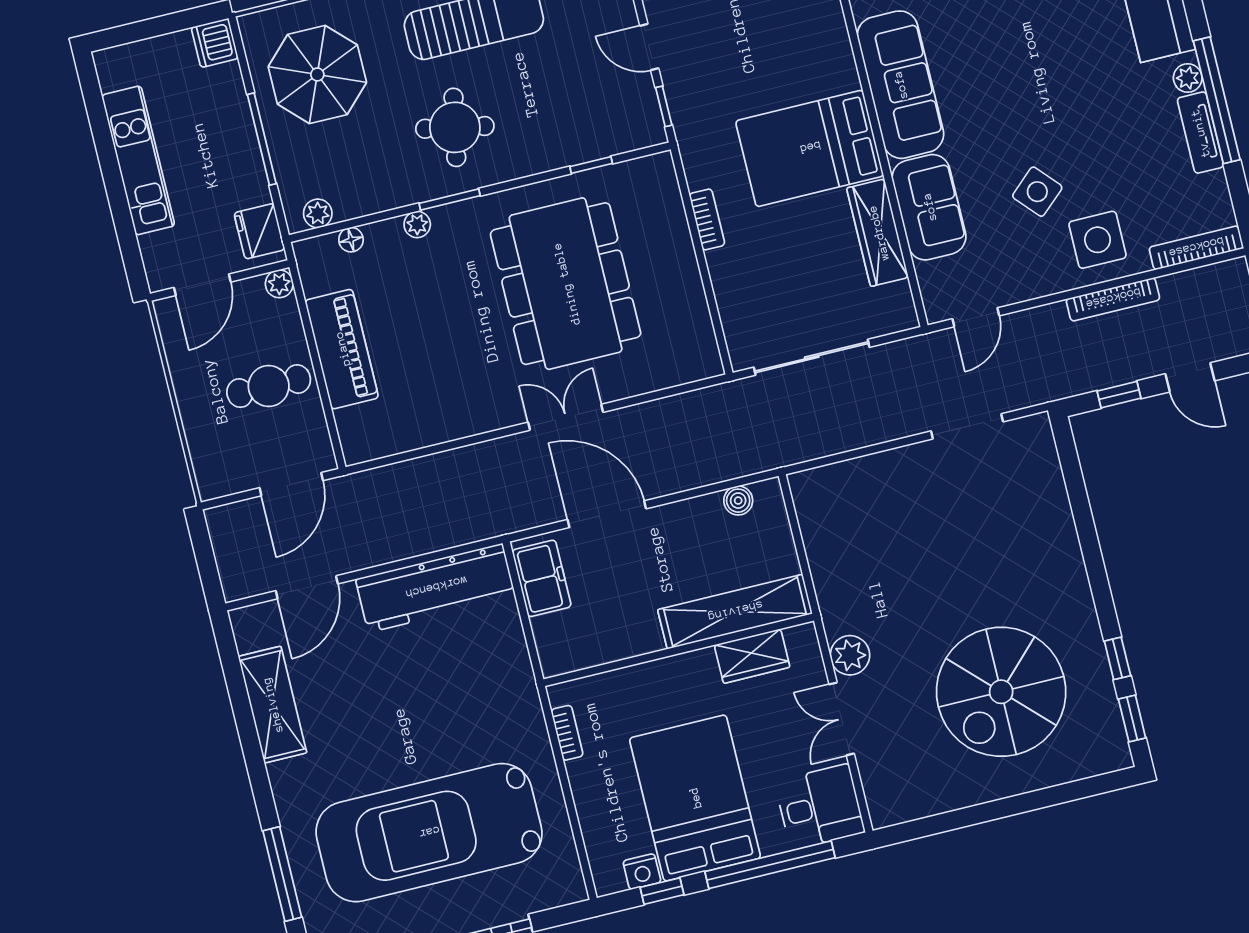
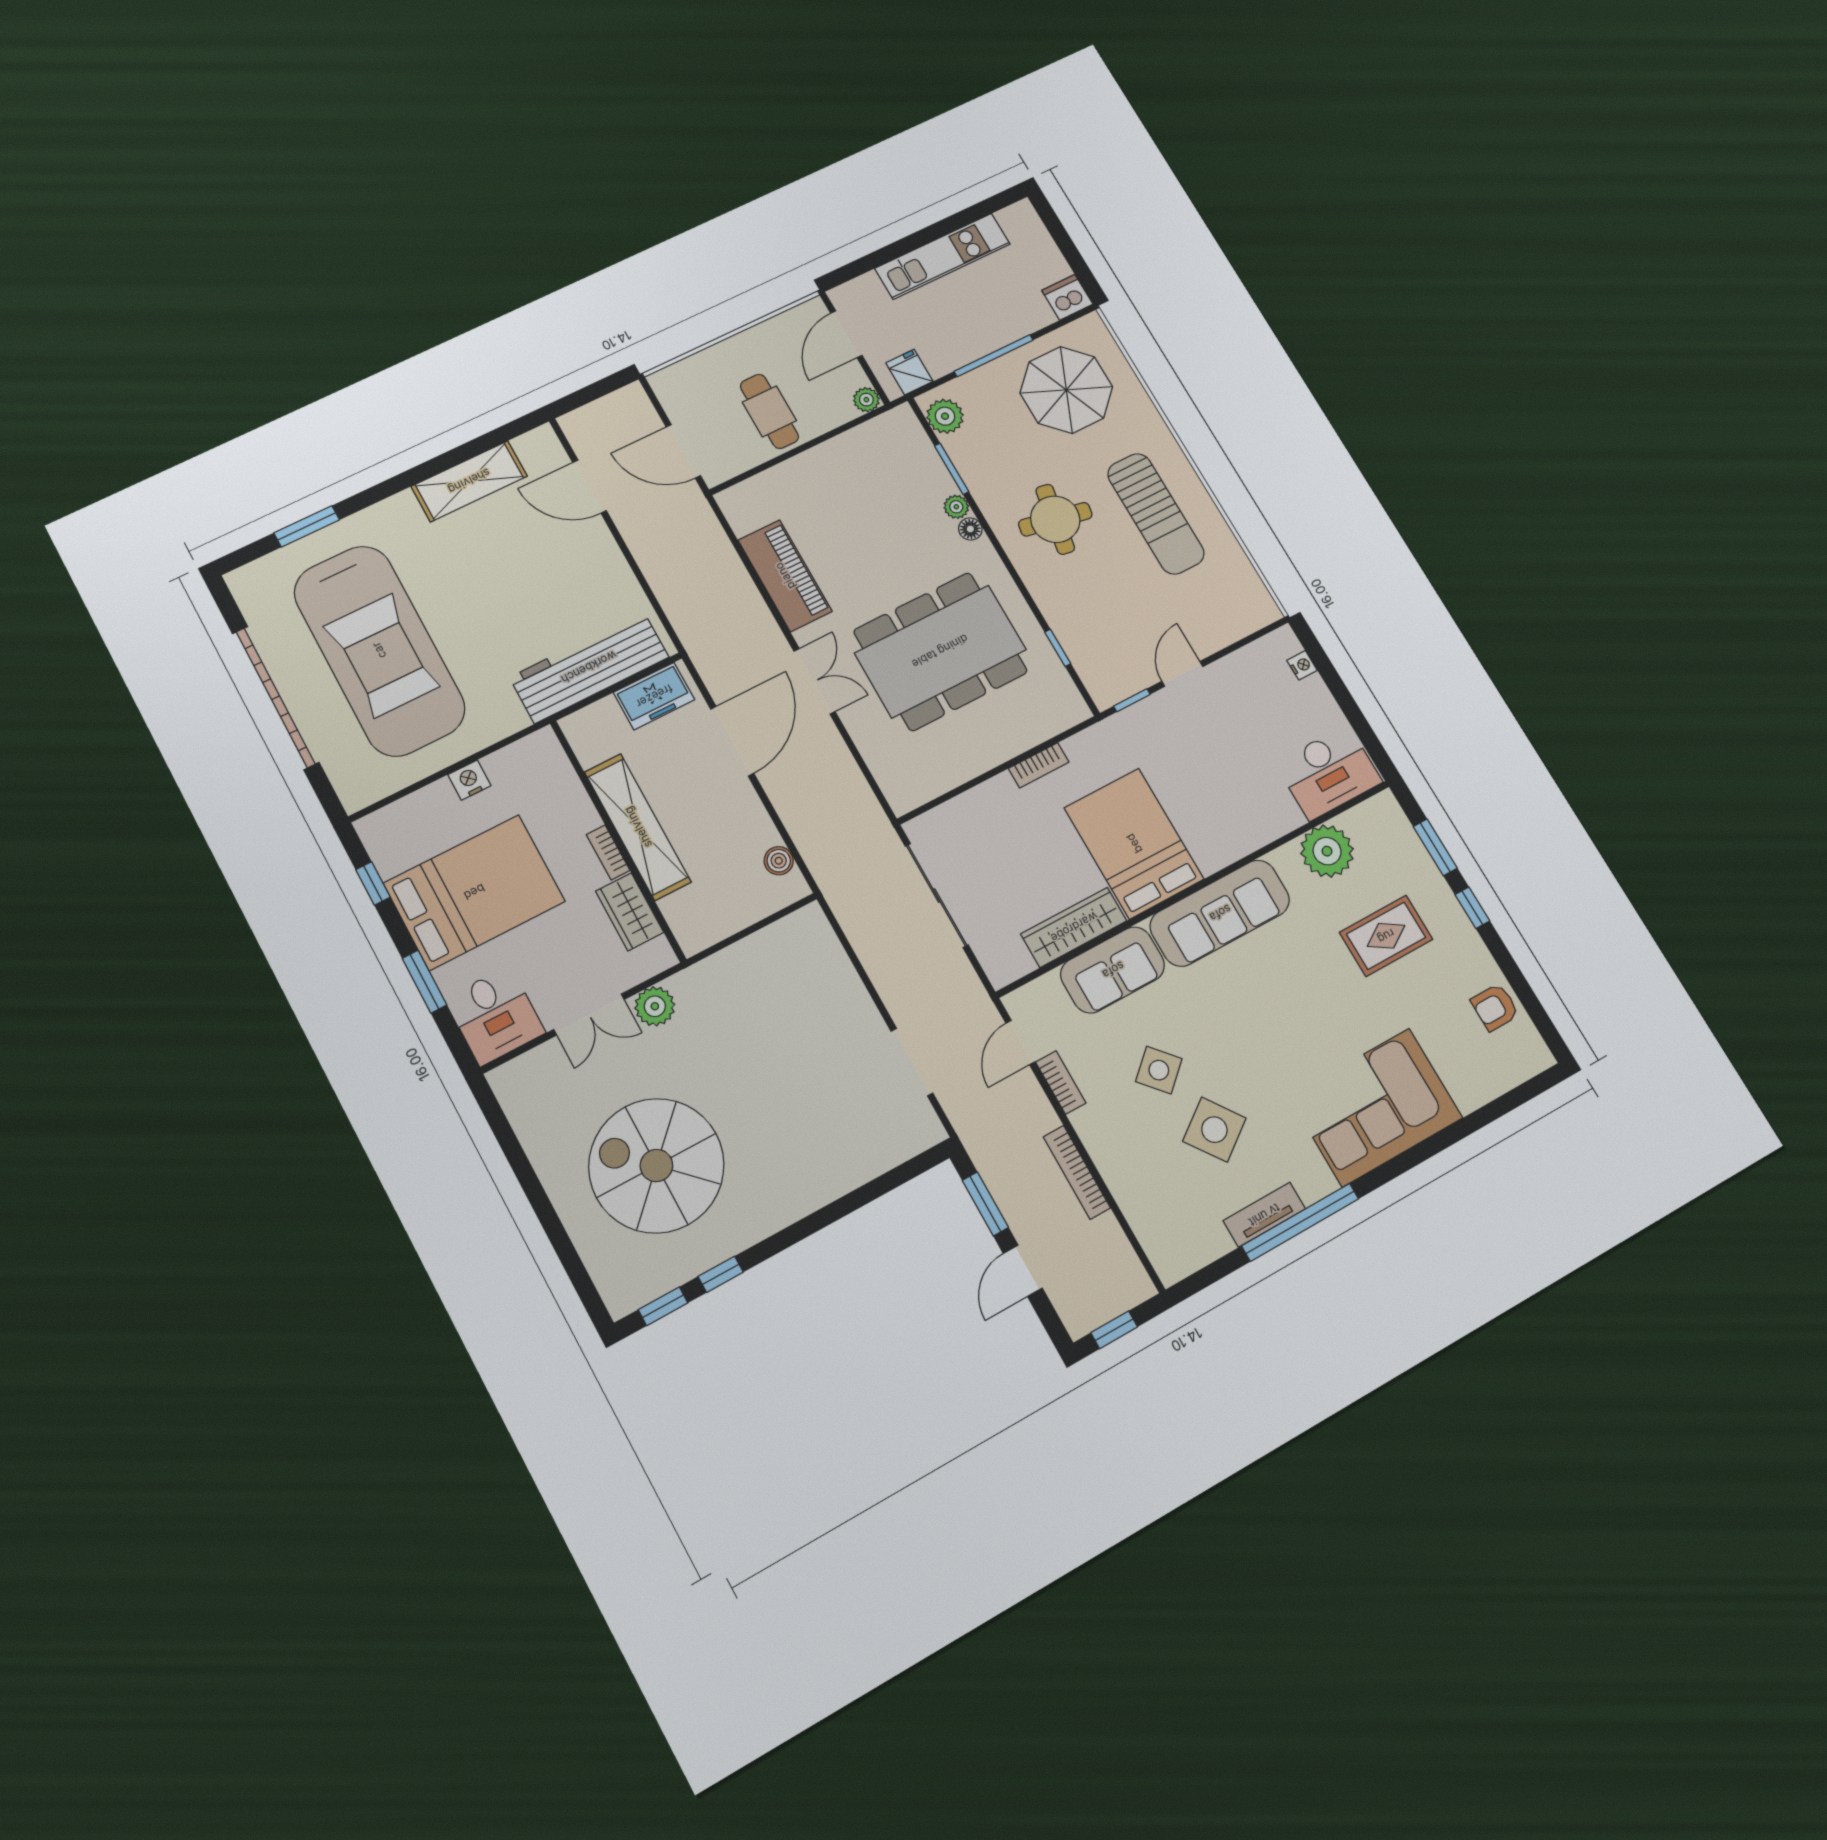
plant: (1188, 78) -> (1313, 1188), removed
window: (450, 199) -> (952, 469), moved
plant: (318, 213) -> (945, 416), width x1.38, depth x1.38
fridge: (259, 231) -> (909, 372), width x0.72
floor lamp: (351, 240) -> (970, 529), moved
side table: (1098, 240) -> (1214, 1130), moved, turned -36
bookcase: (1196, 248) -> (1061, 1082), moved, width x0.64
door: (202, 285) -> (846, 334), hinge flipped
door: (976, 317) -> (1020, 1043), hinge flipped
piano: (342, 349) -> (785, 576), moved, turned -90
window: (1119, 395) -> (985, 1204), width x1.50
workbench: (436, 588) -> (589, 667), moved, turned 90
shelving: (735, 612) -> (638, 827), moved
double door: (842, 719) -> (589, 1014), swing flipped
bookcase: (567, 733) -> (608, 852), moved, turned 90
car: (429, 833) -> (379, 650), turned 180
window: (770, 865) -> (424, 982), width x0.47
nightstand: (642, 872) -> (469, 780), moved, turned 90
window: (282, 874) -> (307, 526), width x0.69

